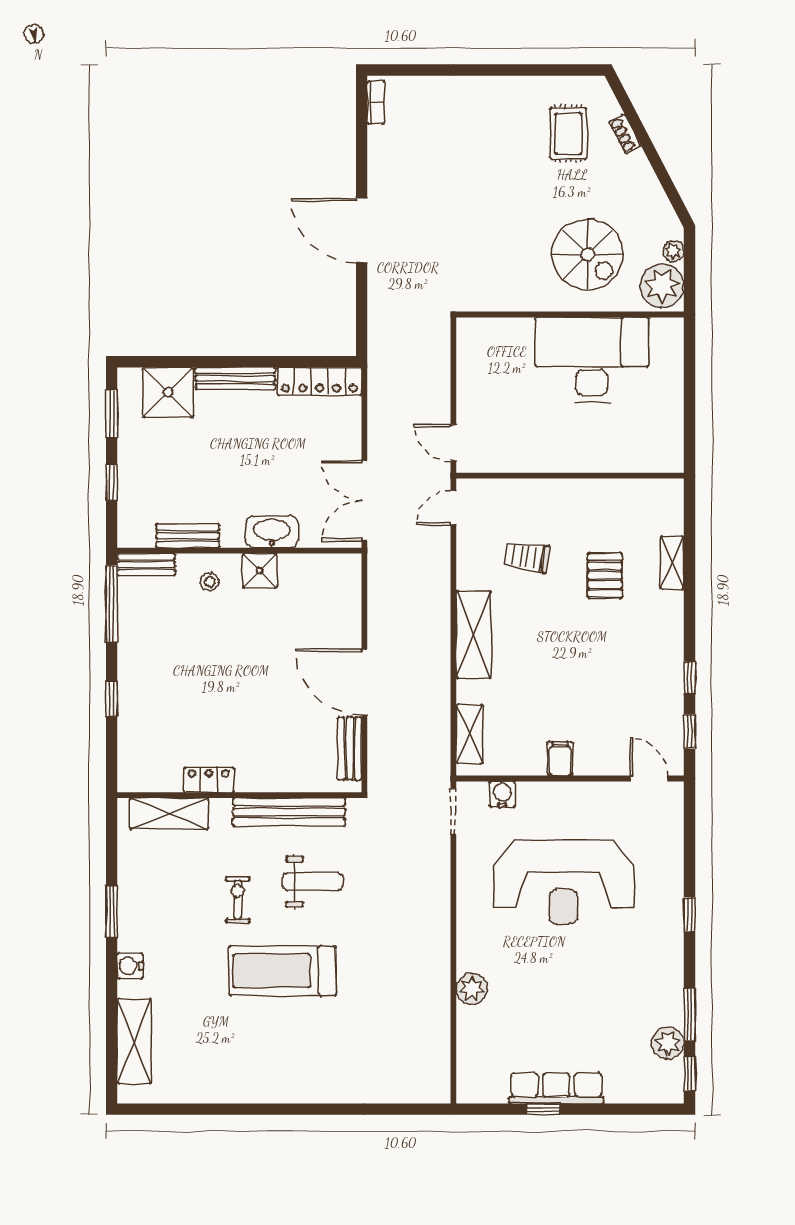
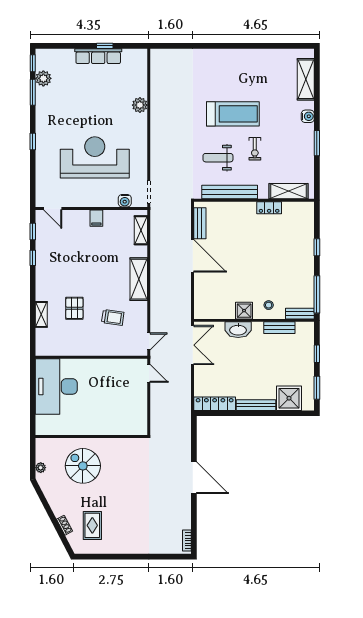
plant: (662, 286) -> (46, 451), removed
desk: (592, 360) -> (56, 386), moved, turned 90

